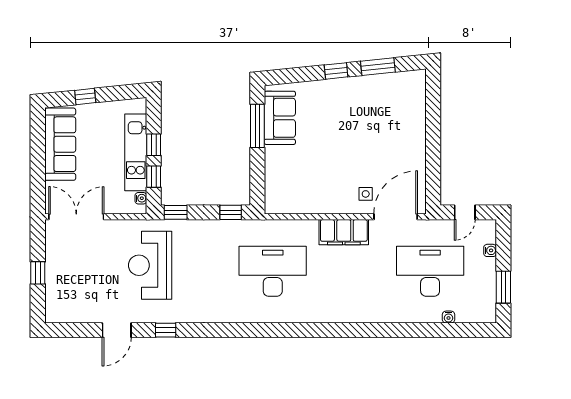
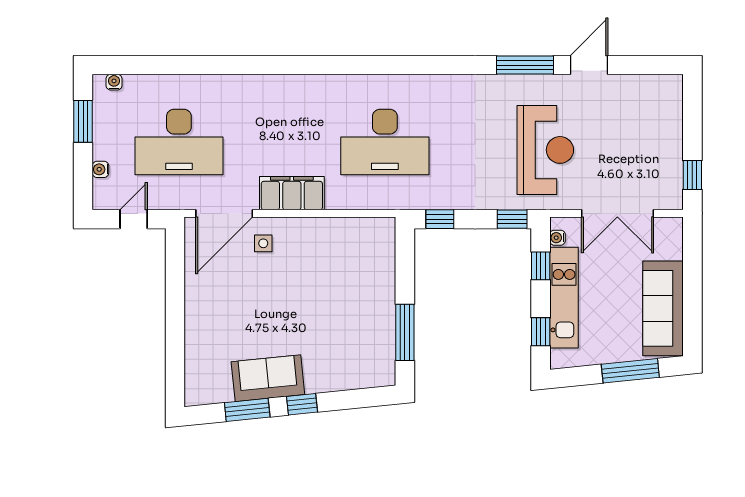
window: (85, 97) -> (630, 371), width x2.17
sofa: (280, 118) -> (268, 378), moved, turned 84
window: (154, 145) -> (541, 332), moved
double door: (76, 217) -> (617, 213), moved
window: (38, 273) -> (692, 175), moved
water cooler: (449, 317) -> (114, 82), moved
window: (166, 330) -> (525, 65), width x2.17

